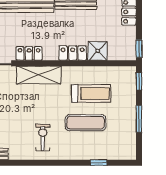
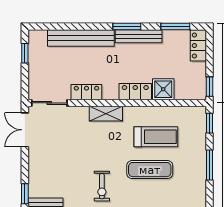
shelving: (39, 75) -> (106, 114), width x0.67, depth x0.75
exercise bike: (43, 138) -> (102, 186), turned 180

